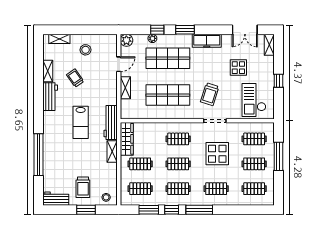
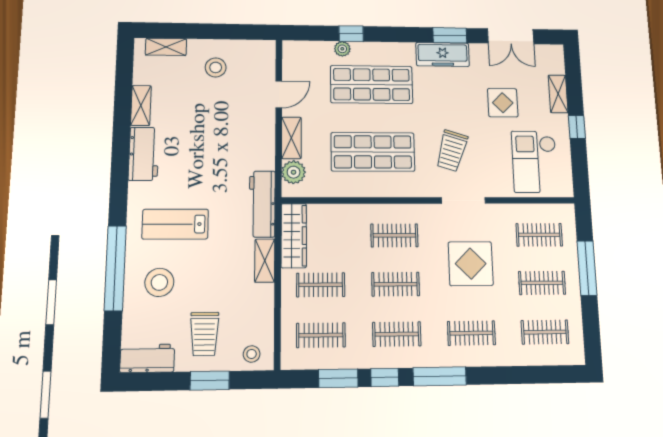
window: (185, 30) -> (450, 35), moved
plant: (126, 40) -> (294, 172), moved
shelving: (269, 45) -> (558, 94), moved
trolley: (75, 78) -> (194, 119), removed
lab bench: (81, 122) -> (175, 224), moved, turned 90
stool: (60, 162) -> (159, 282), added

